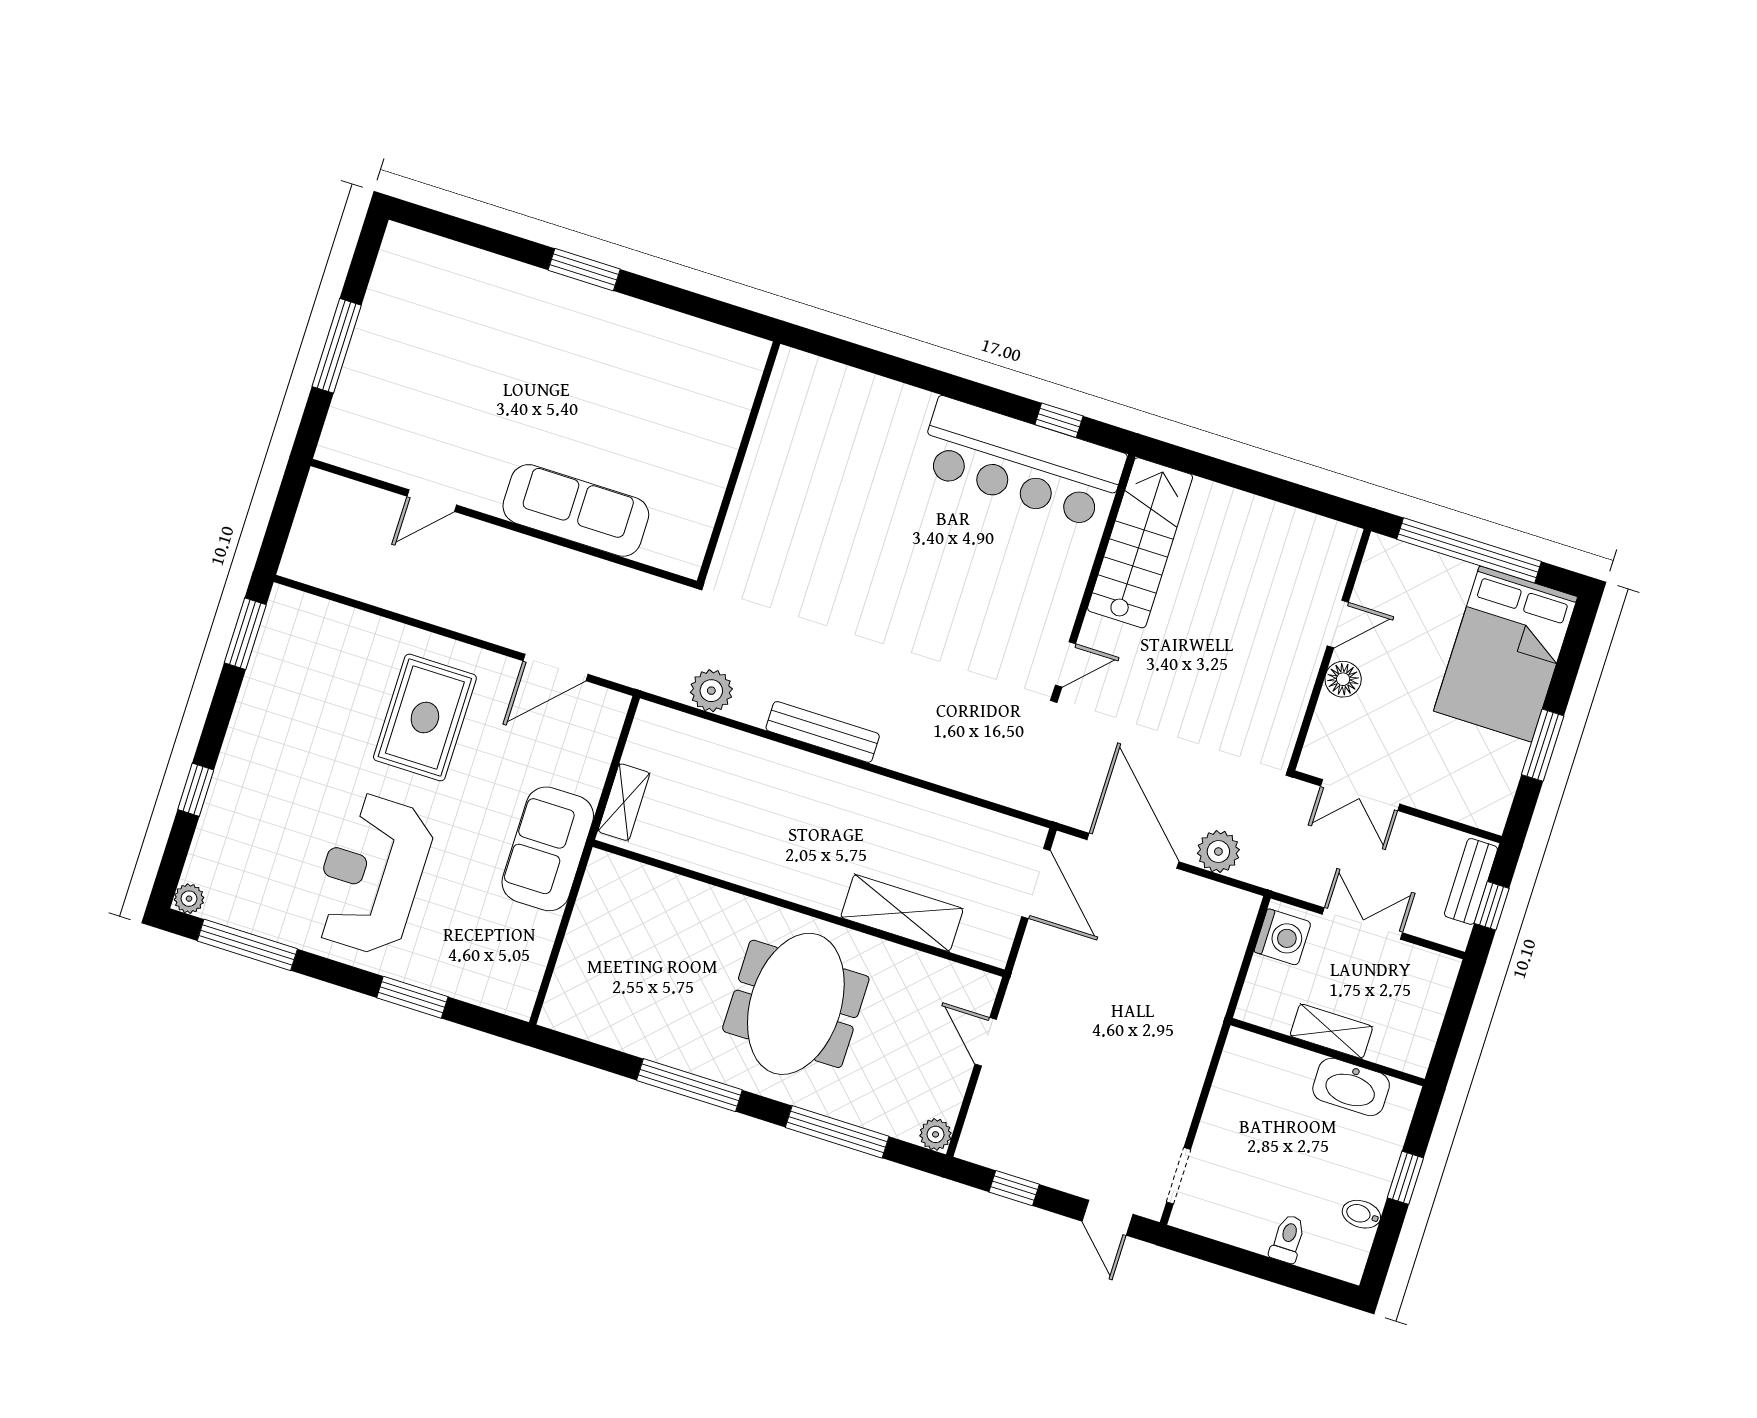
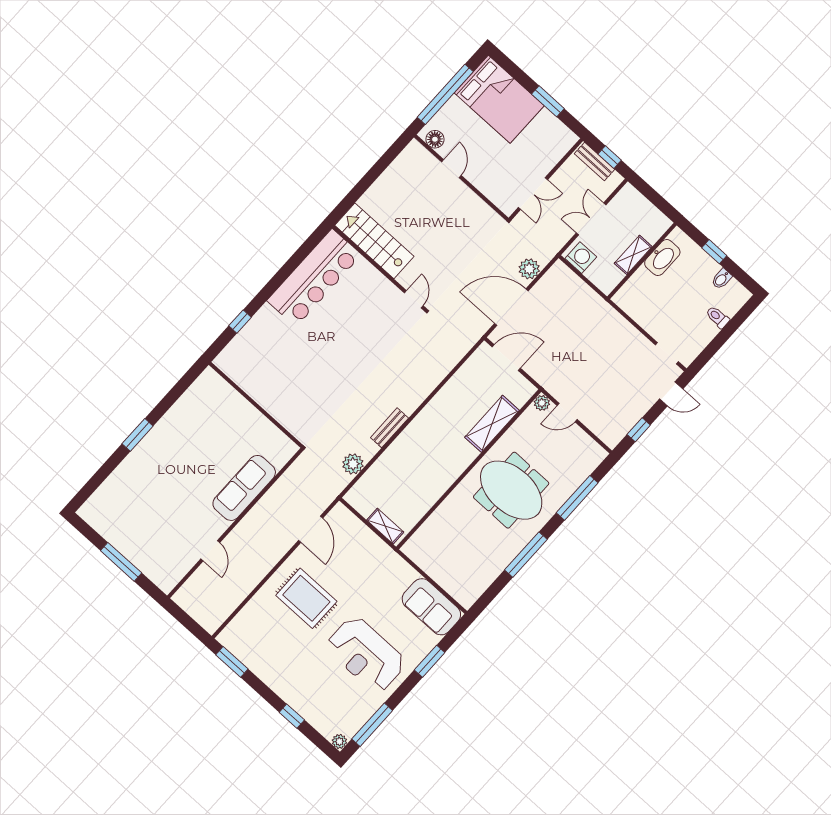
window: (1059, 420) -> (240, 322), moved
floor lamp: (1343, 679) -> (435, 139), moved
bench: (823, 732) -> (389, 428), width x0.73
sofa: (548, 849) -> (431, 607), moved
plant: (936, 1134) -> (542, 403), moved

